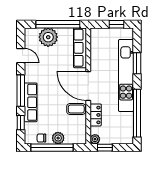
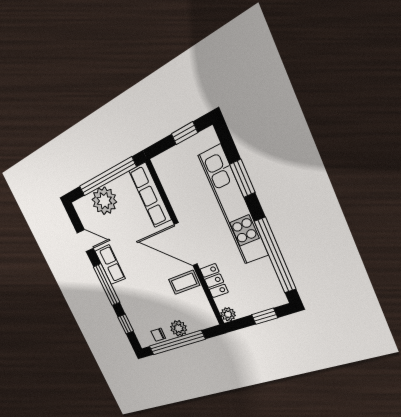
row of seats: (31, 102) -> (110, 265), moved, width x0.68
window: (105, 148) -> (265, 316), moved

